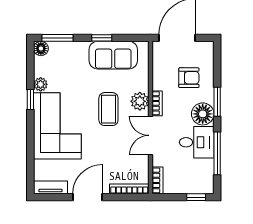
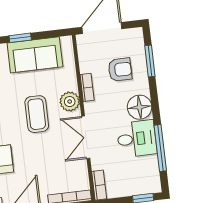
window: (217, 102) -> (150, 61), moved
bookcase: (157, 103) -> (87, 87), moved

